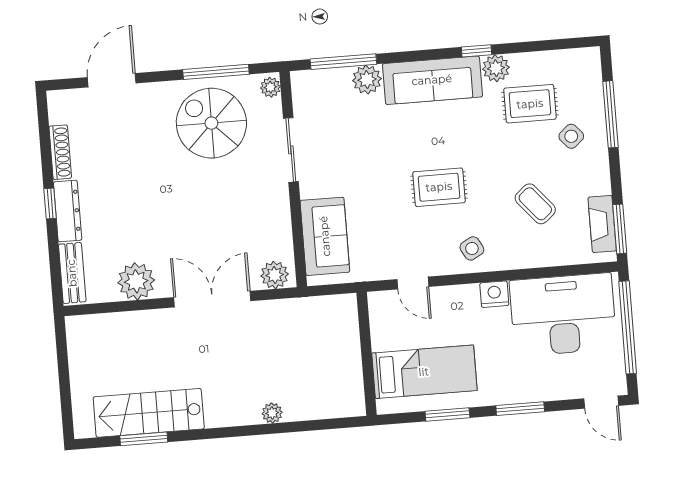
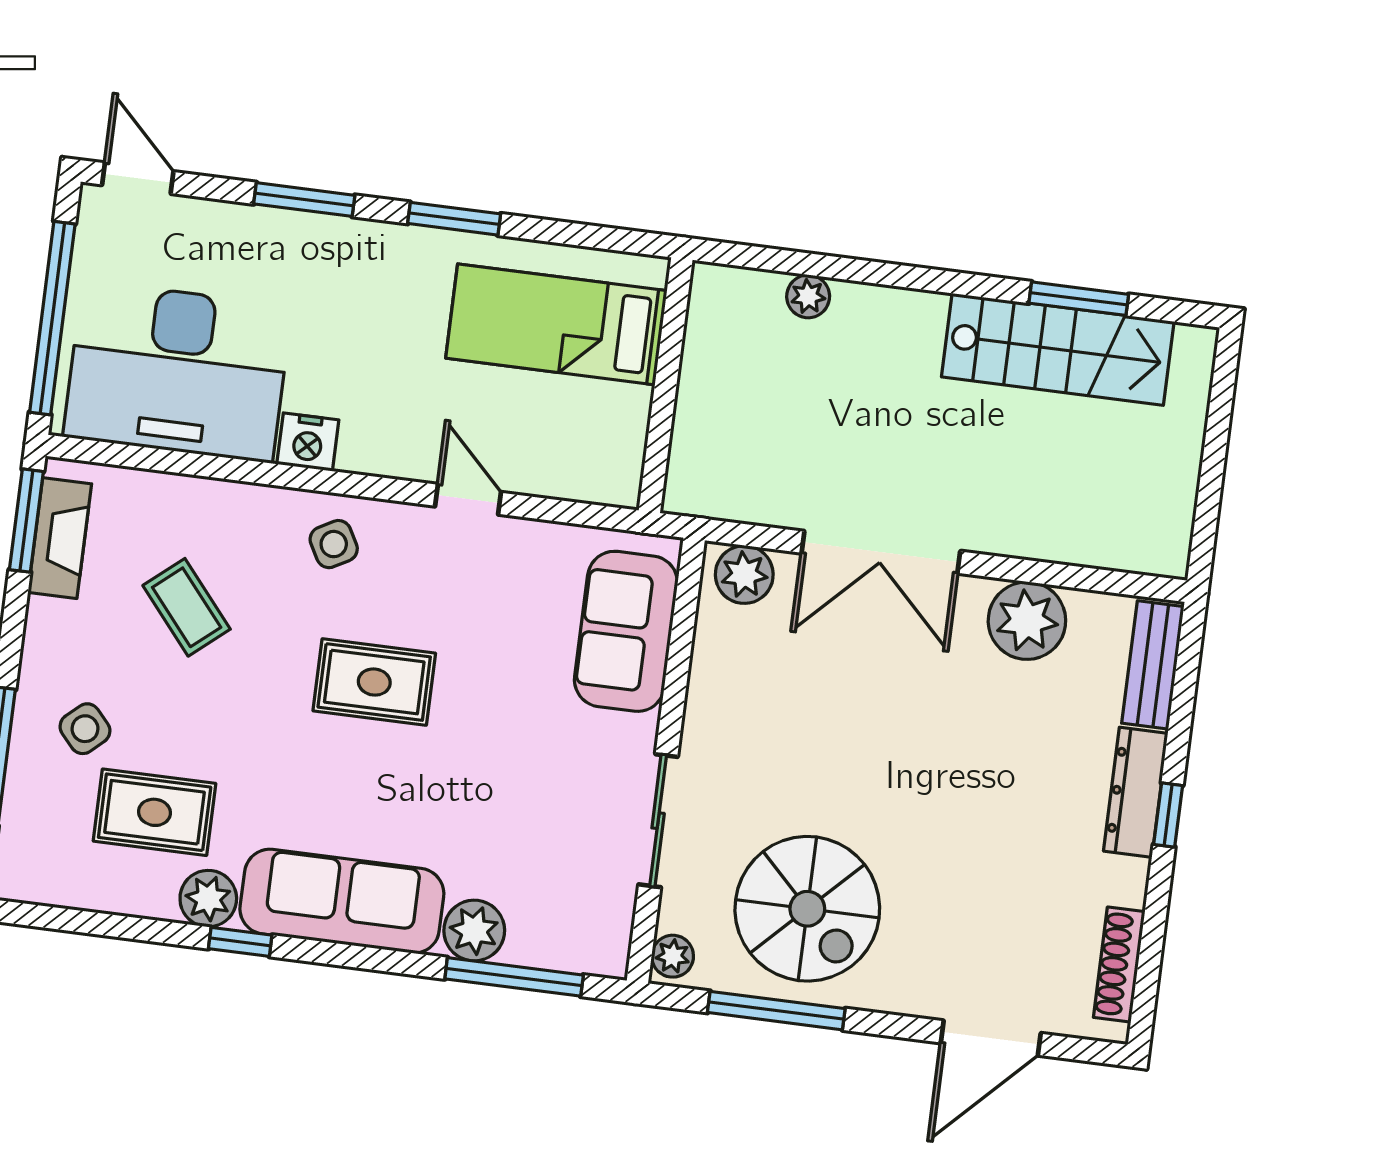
shoe rack: (60, 152) -> (1119, 965), moved
wall: (367, 354) -> (666, 385), moved
bed: (424, 372) -> (556, 324), moved

